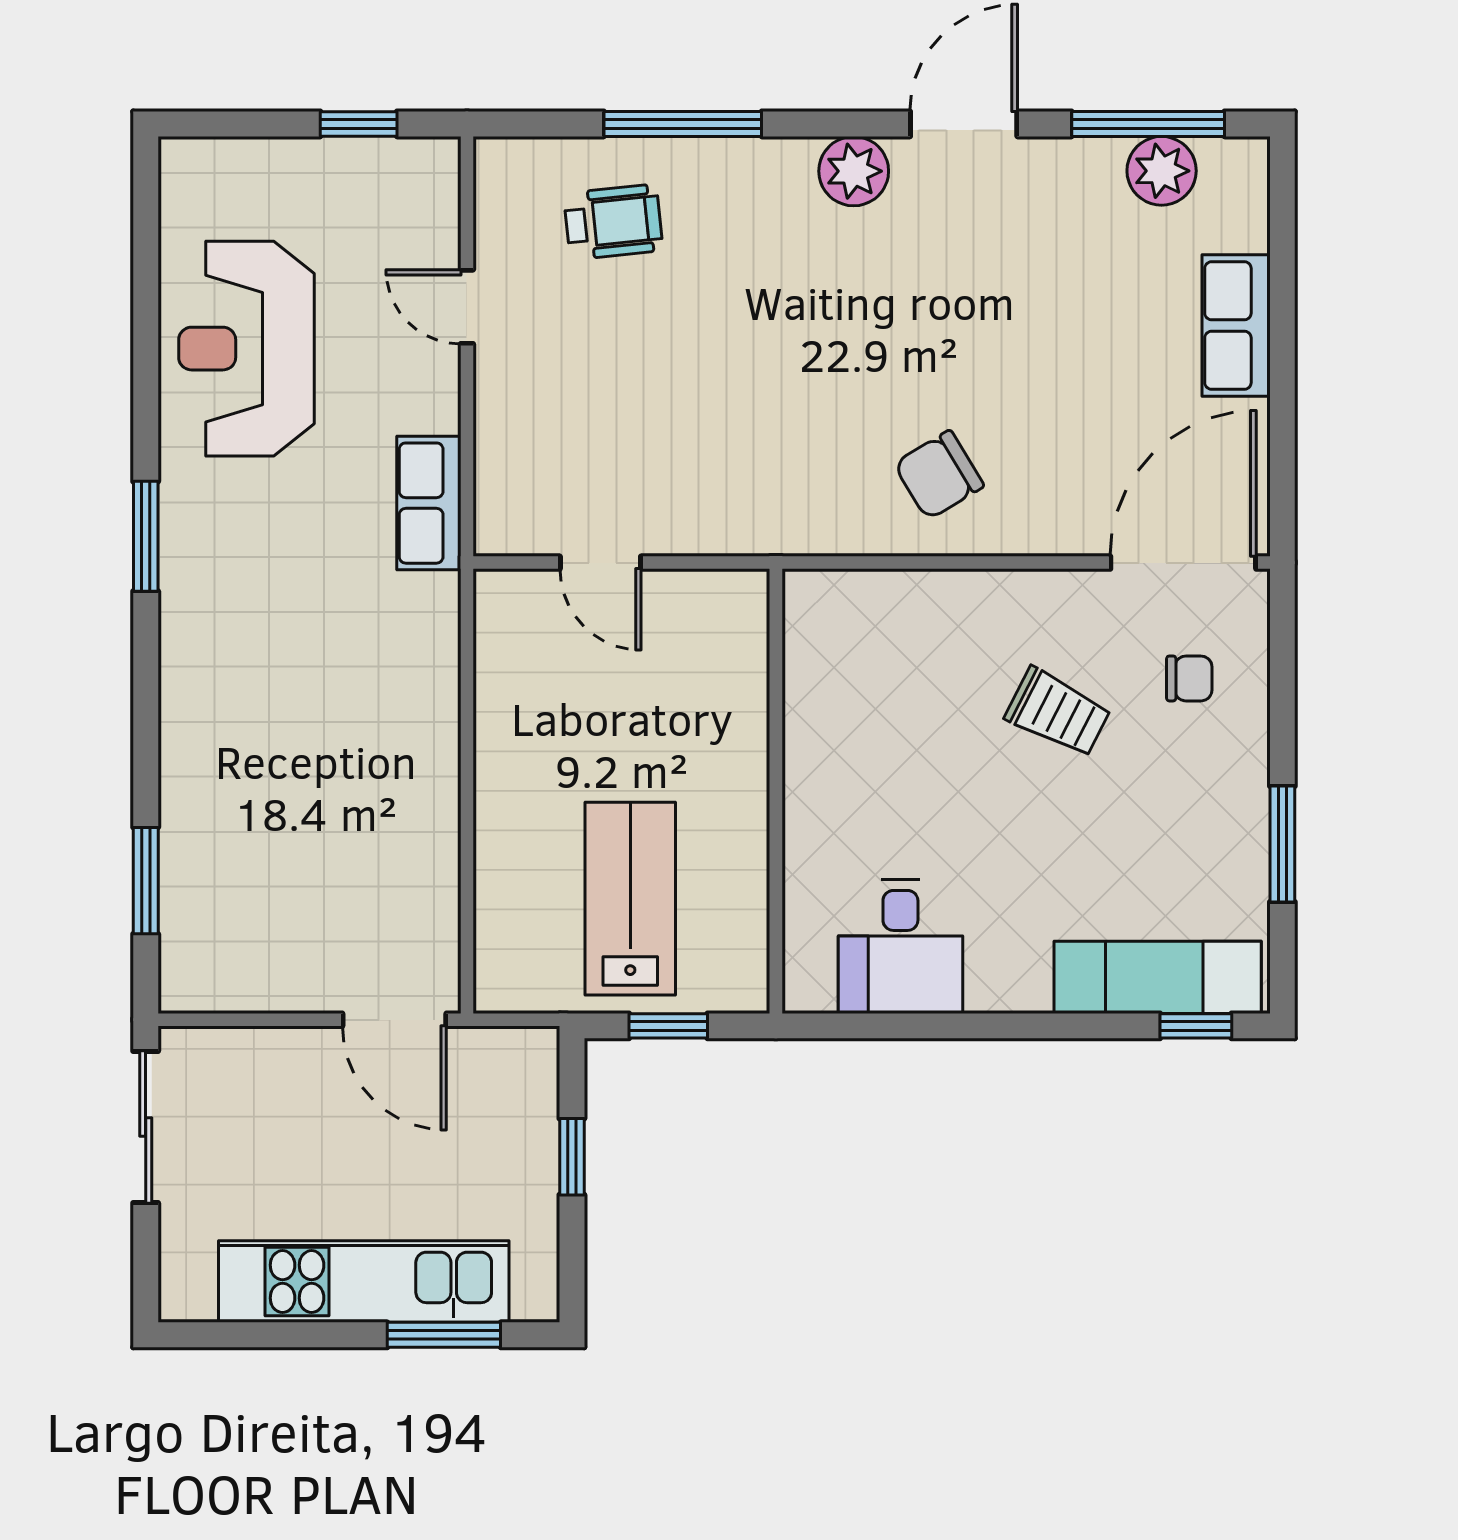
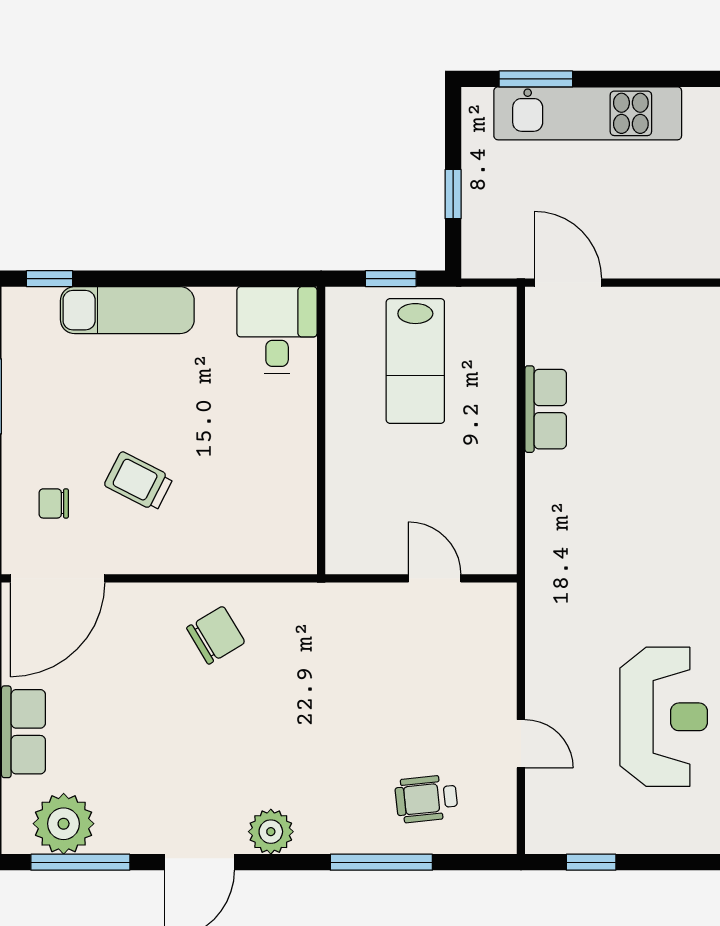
plant: (1162, 171) -> (64, 824), width x1.36, depth x1.36
row of seats: (429, 503) -> (546, 409), moved
desk: (900, 947) -> (277, 330), moved
exam couch: (1158, 977) -> (127, 310), moved

